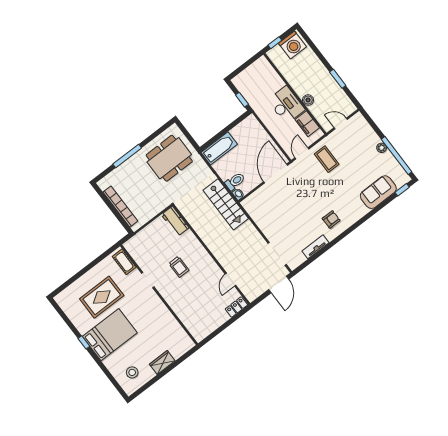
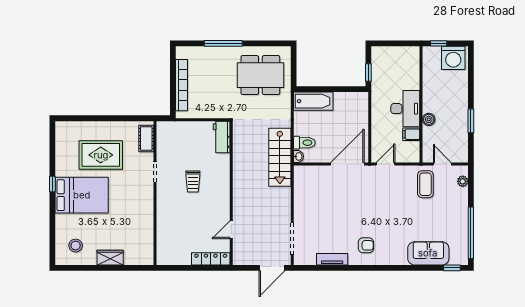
filing cabinet: (307, 124) -> (411, 134), width x0.50
plant: (382, 148) -> (463, 181), moved
coffee table: (327, 159) -> (425, 184), moved
locker: (236, 307) -> (211, 259), width x1.53

